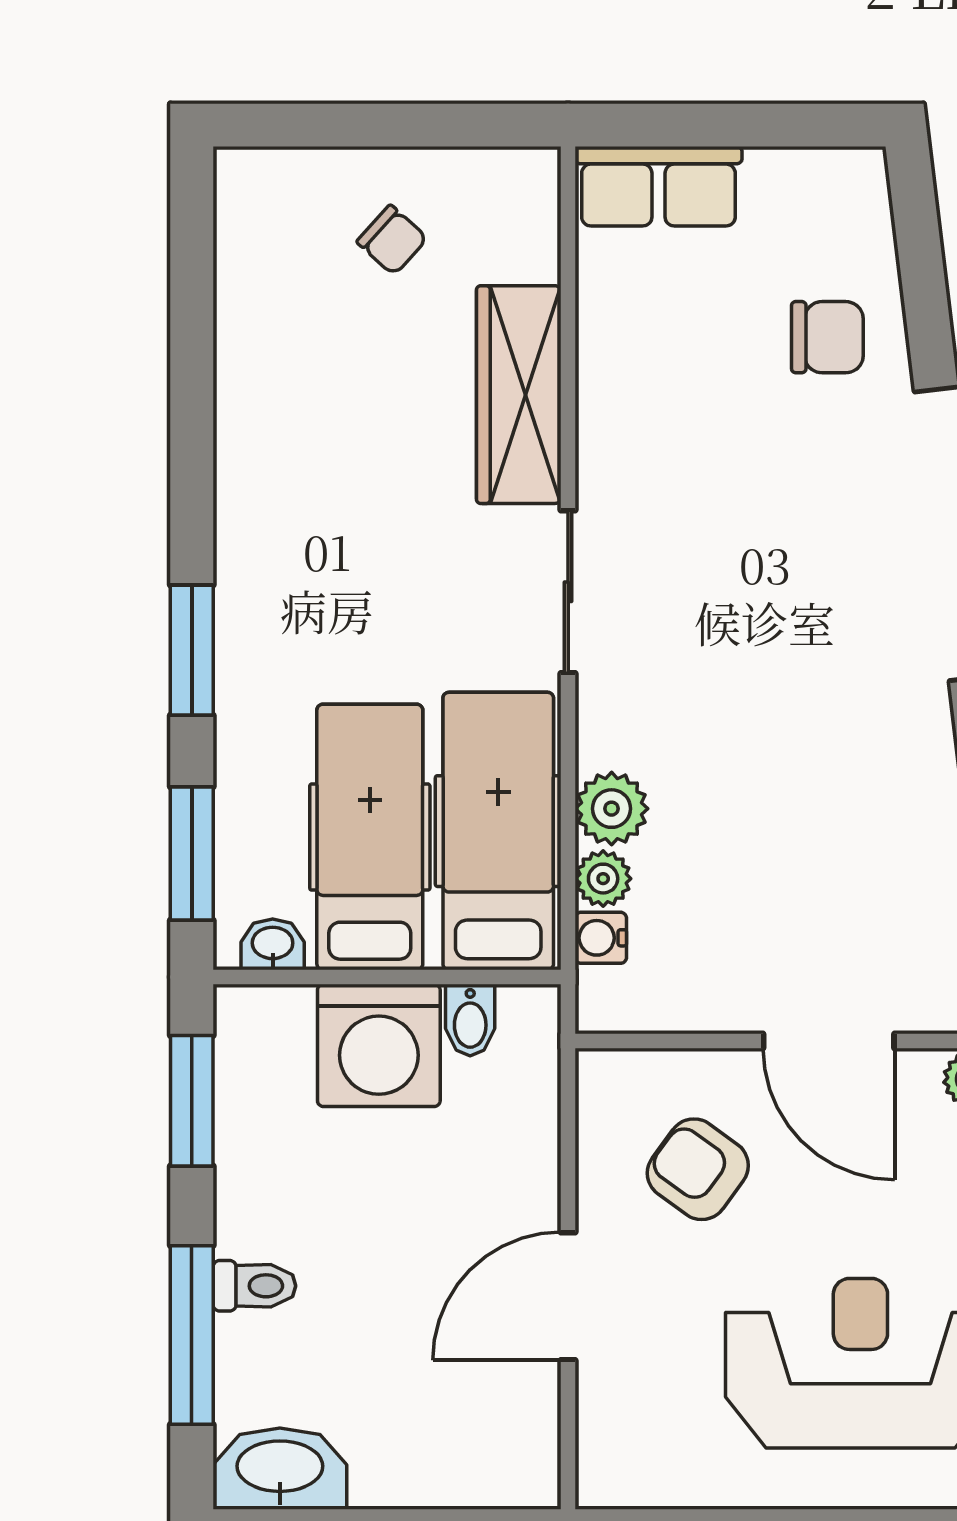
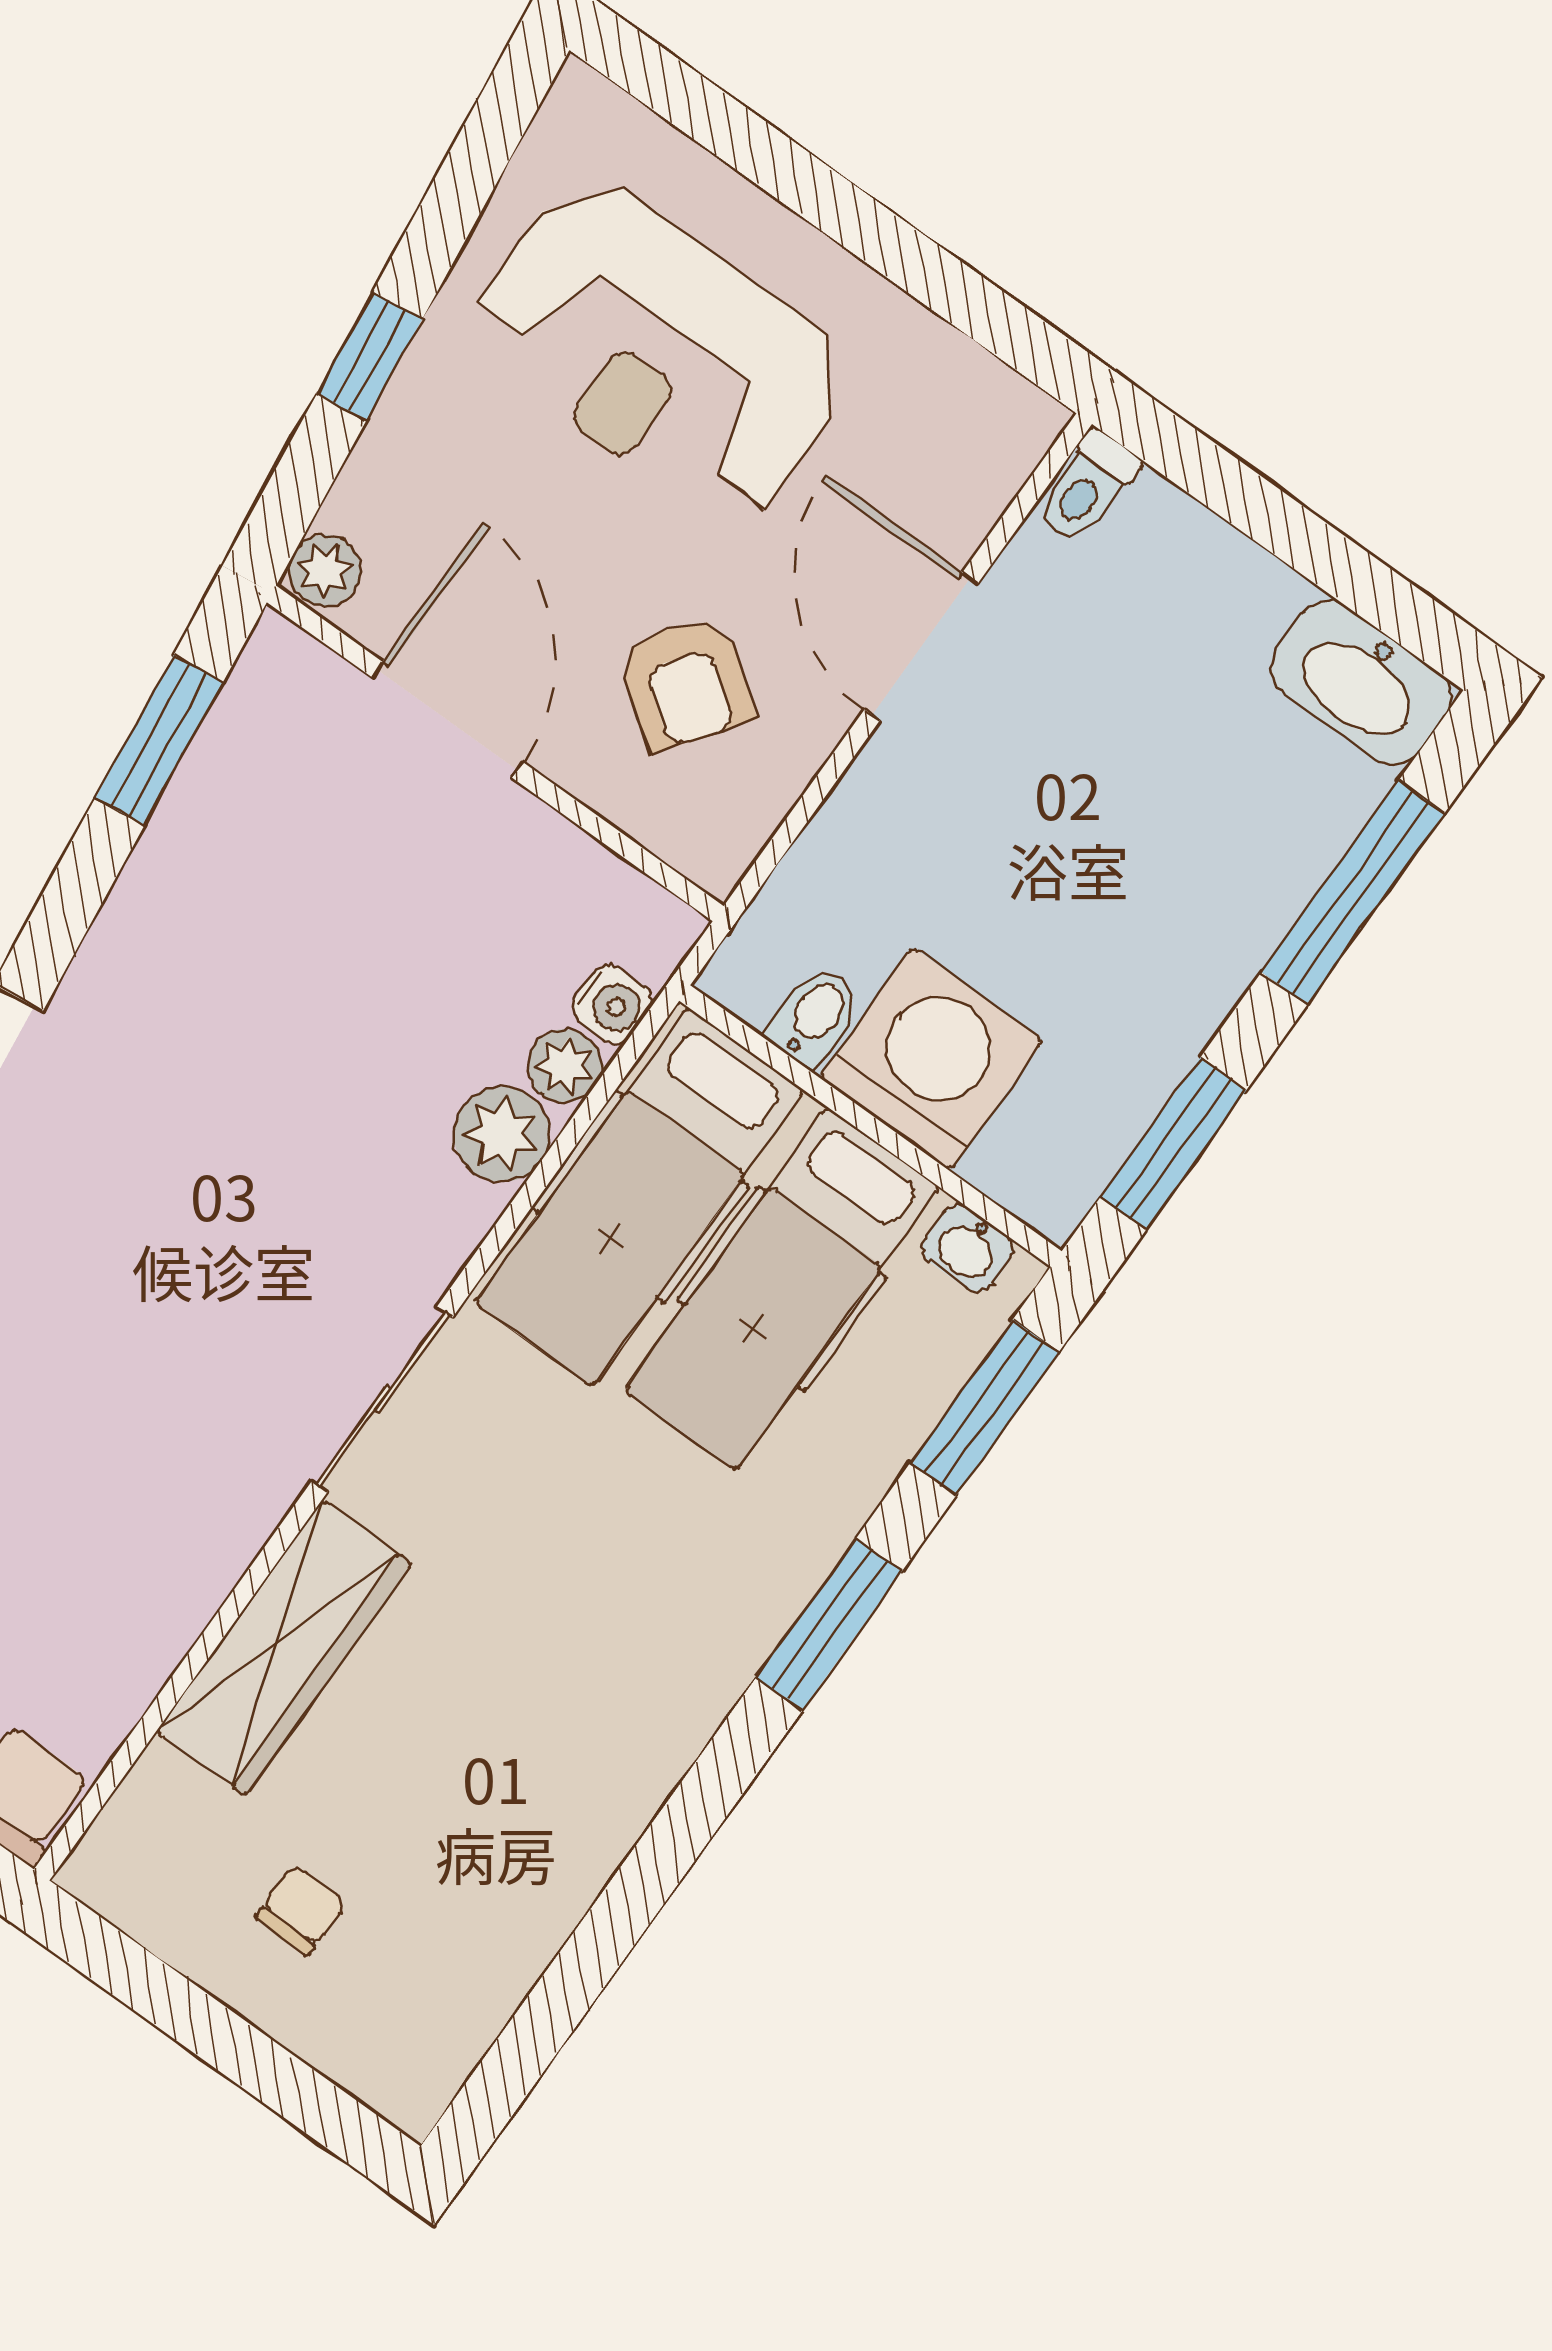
chair: (392, 240) -> (301, 1910), turned 49
toilet: (254, 1286) -> (1087, 487), moved, turned -90
door: (568, 1296) -> (921, 646), swing flipped

